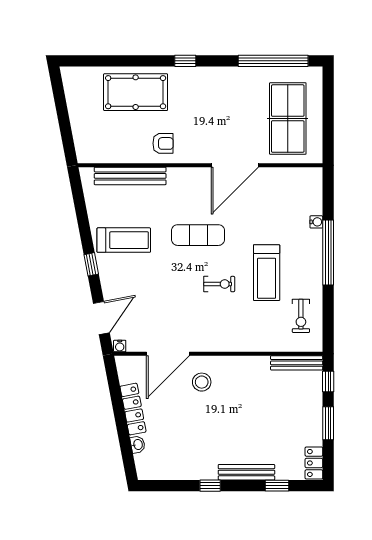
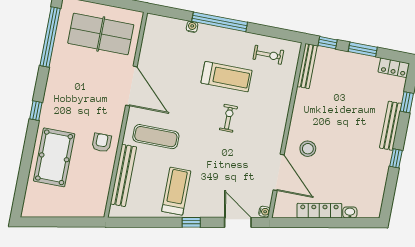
exercise mat: (198, 235) -> (156, 137), moved, turned 90

